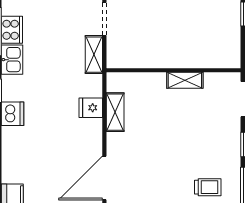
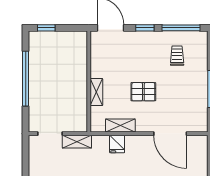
shelving: (185, 80) -> (96, 92), moved
pallet: (160, 143) -> (143, 92), added

